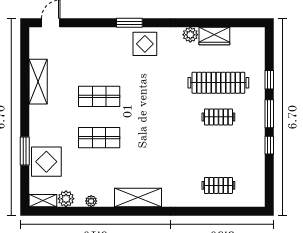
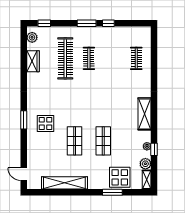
plant: (190, 35) -> (32, 37), moved
display table: (145, 44) -> (46, 124), moved
window: (269, 80) -> (44, 23), moved
shelving: (38, 82) -> (64, 183), width x1.47
window: (87, 211) -> (154, 149), added

